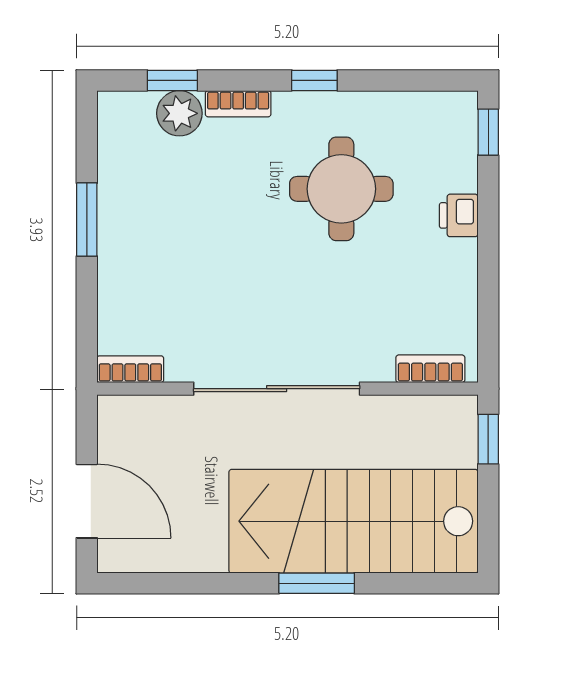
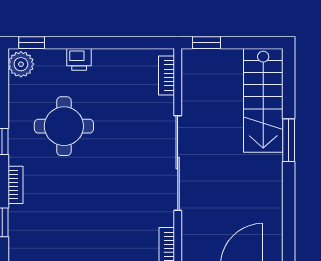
plant: (179, 113) -> (21, 64), moved
stairs: (353, 521) -> (263, 100), width x0.73, depth x0.66

